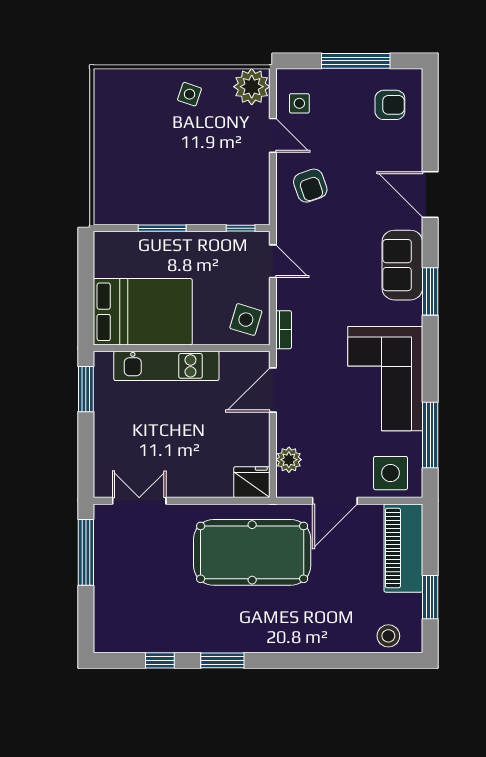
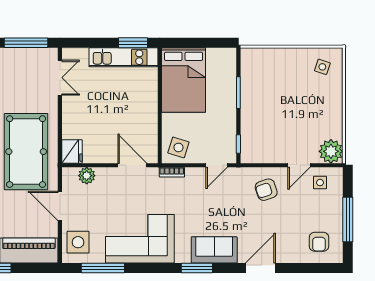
side table: (189, 94) -> (322, 67), moved
kitchen unit: (166, 366) -> (123, 57), moved, turned -90

